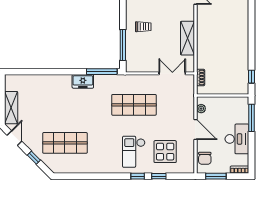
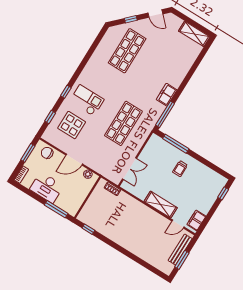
shelving: (188, 38) -> (161, 205), moved
shelving: (11, 108) -> (194, 34), moved
window: (159, 176) -> (50, 117), moved

